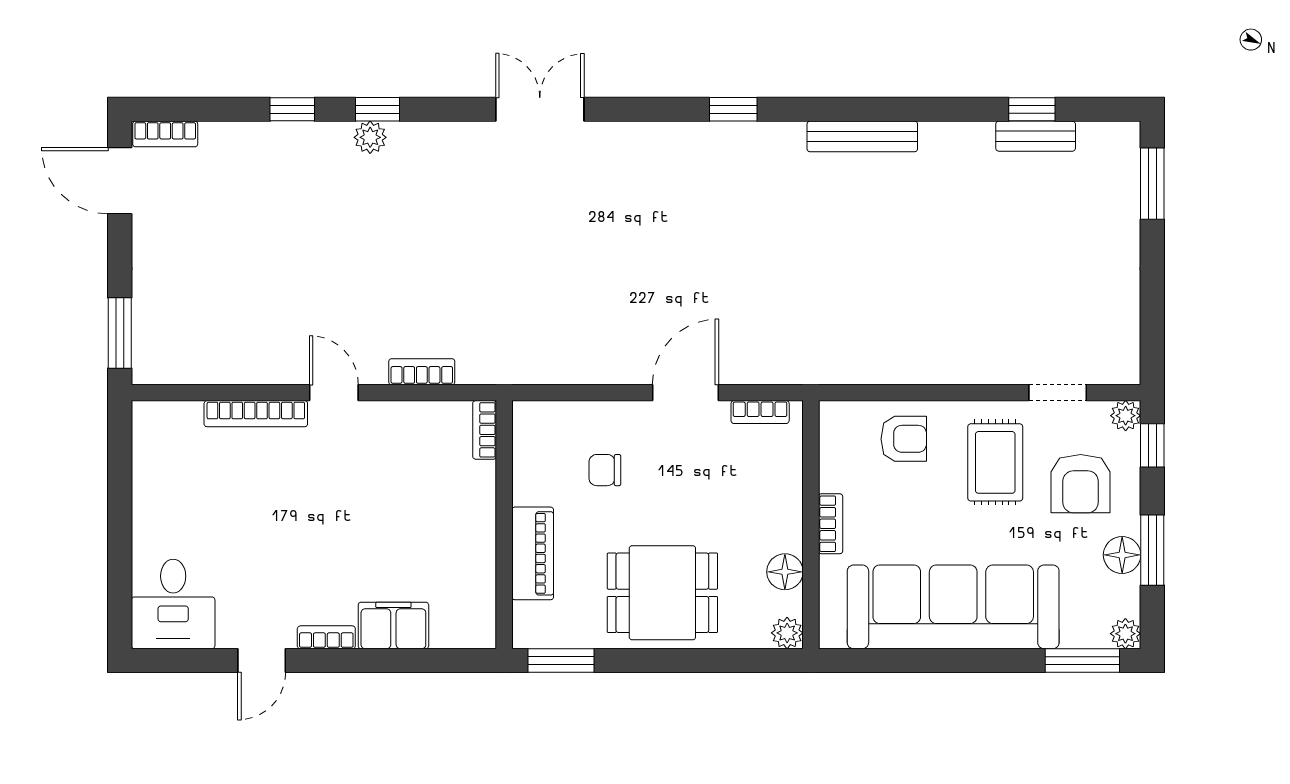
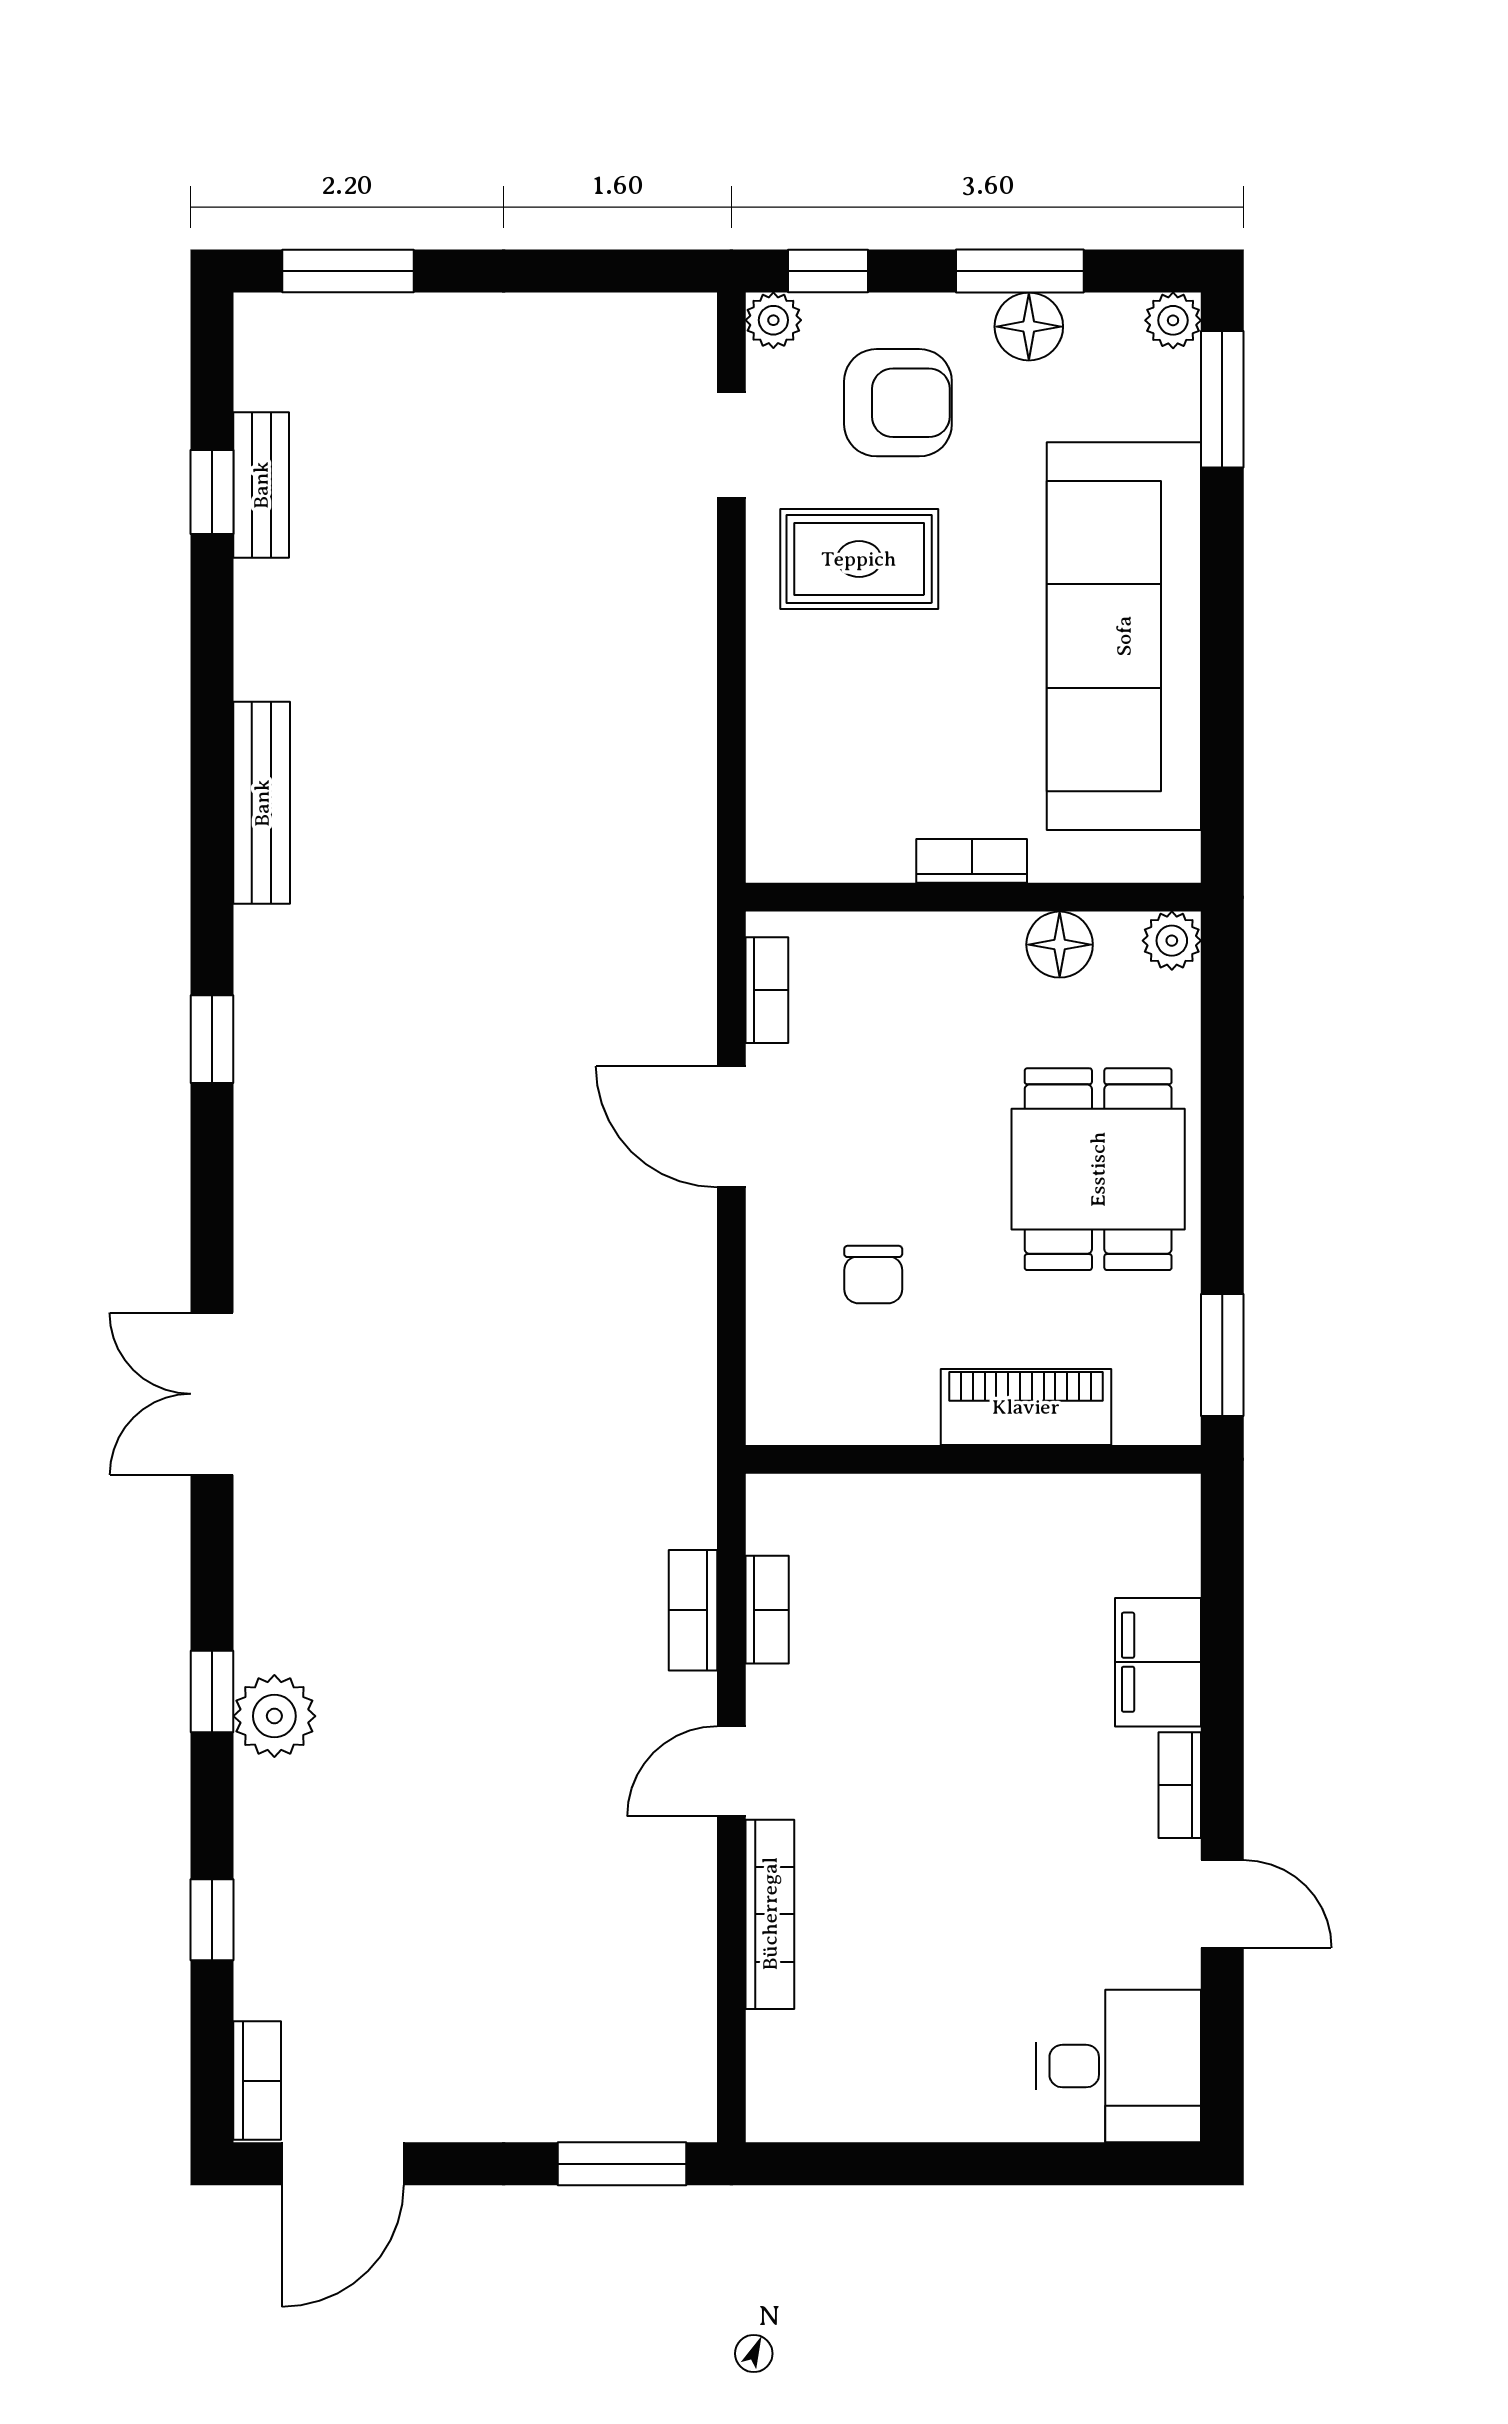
window: (292, 109) -> (212, 1920), moved
plant: (370, 137) -> (274, 1716), width x1.38, depth x1.38
bookcase: (485, 430) -> (767, 1610), moved, turned -90
armchair: (904, 439) -> (816, 727), removed

